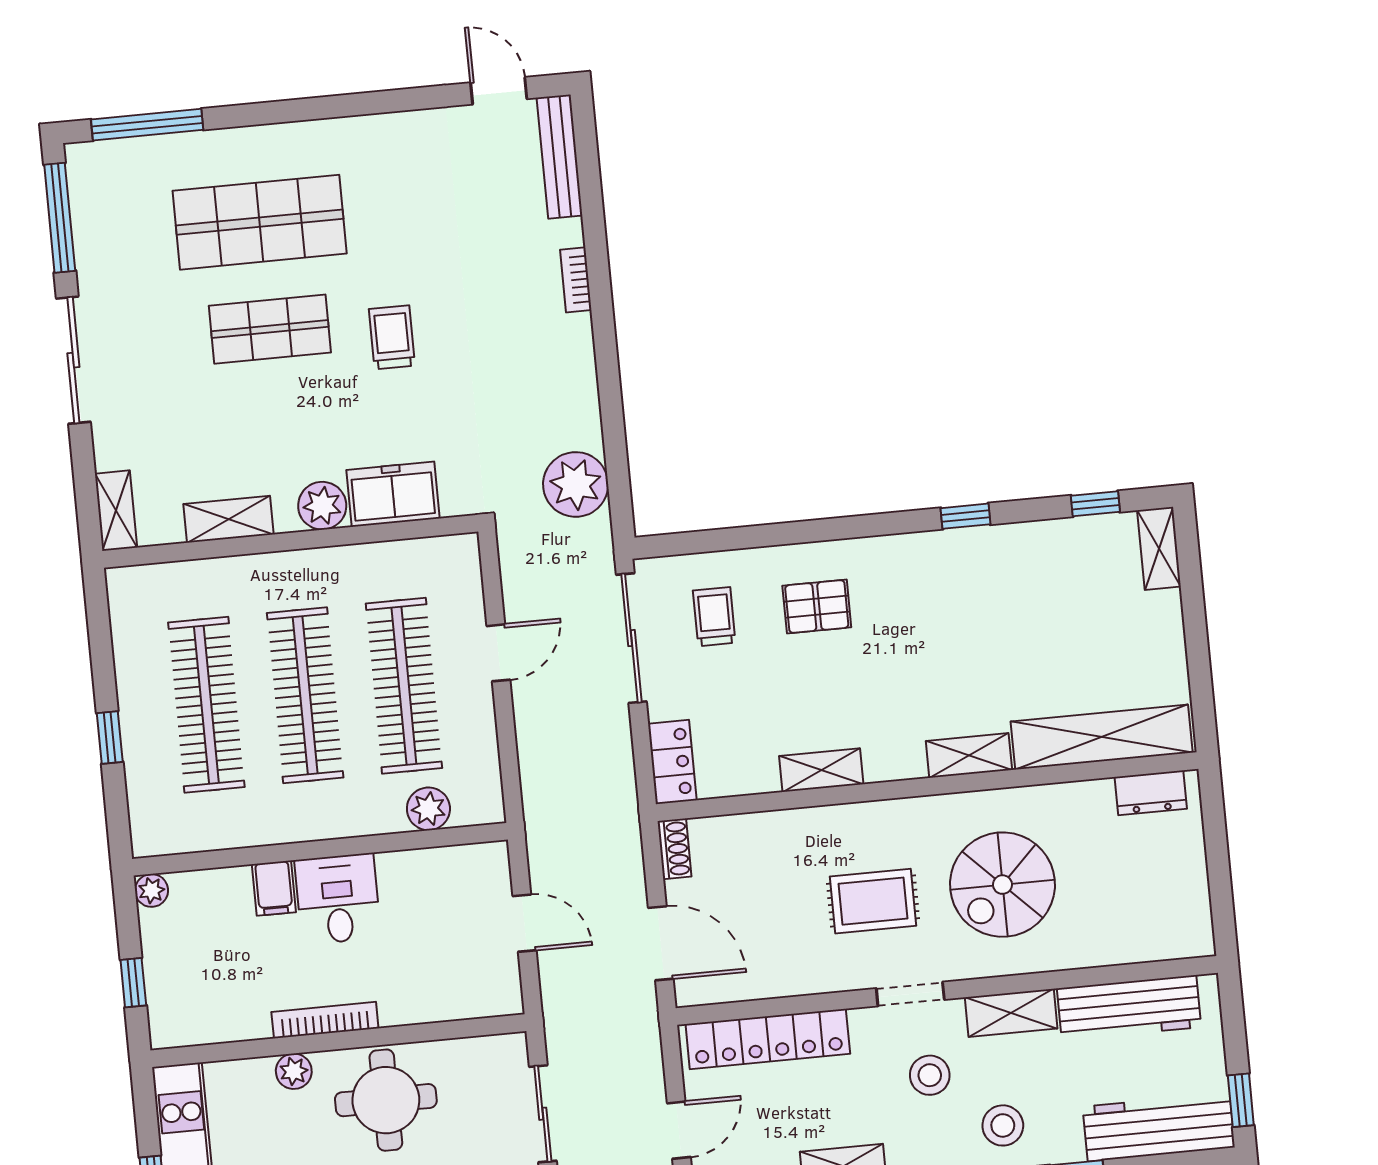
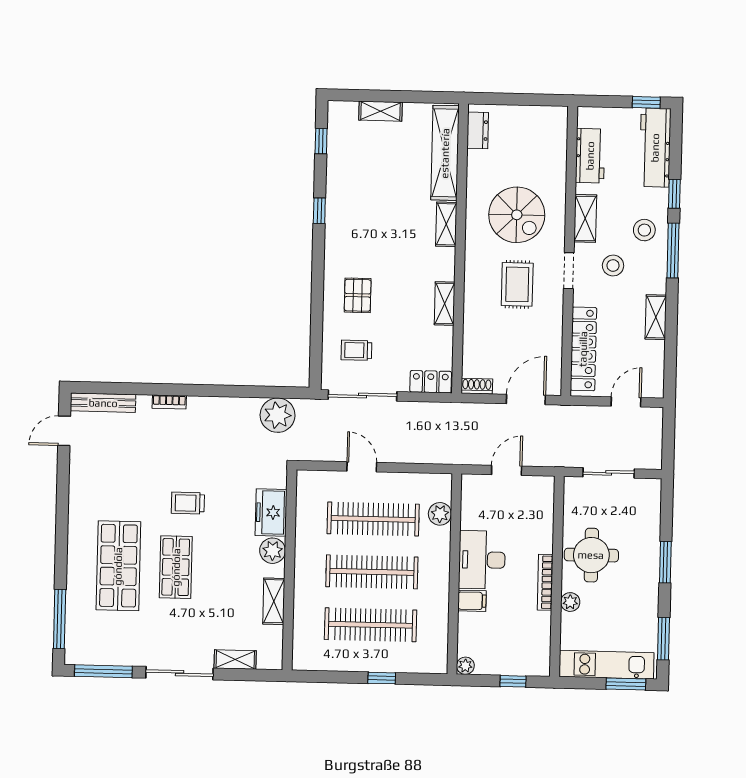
shelving: (116, 511) -> (235, 660), moved
shelving: (1159, 548) -> (380, 111), moved
desk: (338, 899) -> (482, 560), width x1.37
workbench: (1129, 1008) -> (590, 156), width x0.73
door: (679, 1130) -> (626, 402), hinge flipped

